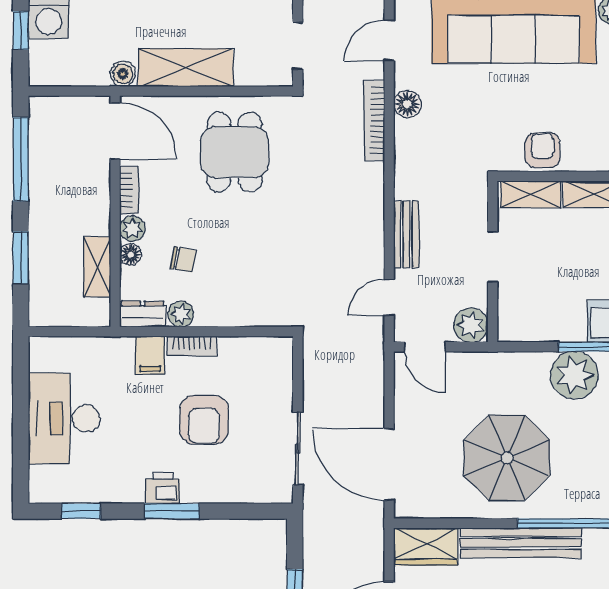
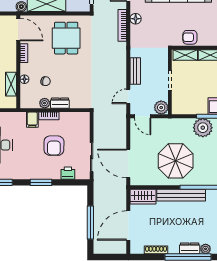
armchair: (542, 150) -> (190, 37), turned -90
plant: (132, 229) -> (25, 69), removed
dresser: (143, 314) -> (60, 103), moved
printer: (163, 488) -> (68, 173), moved

